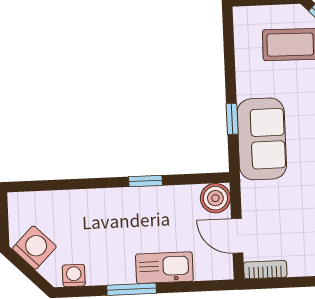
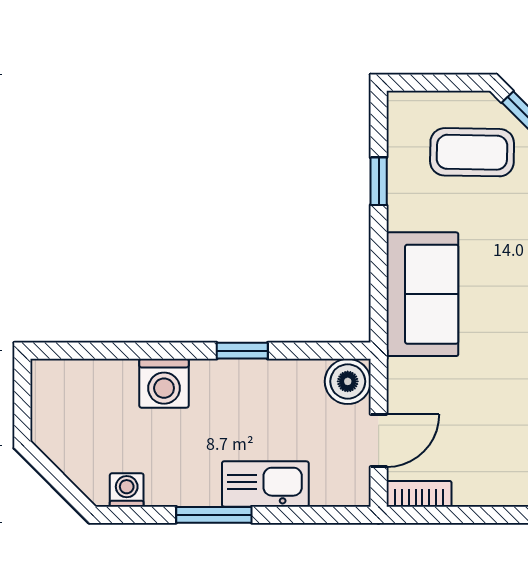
window: (232, 119) -> (379, 181), moved
door: (237, 236) -> (379, 441), swing flipped
washing machine: (34, 248) -> (164, 383), moved, turned 135

